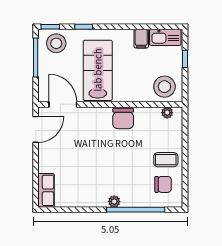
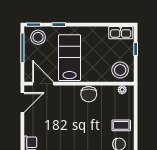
filing cabinet: (141, 39) -> (102, 34), removed

